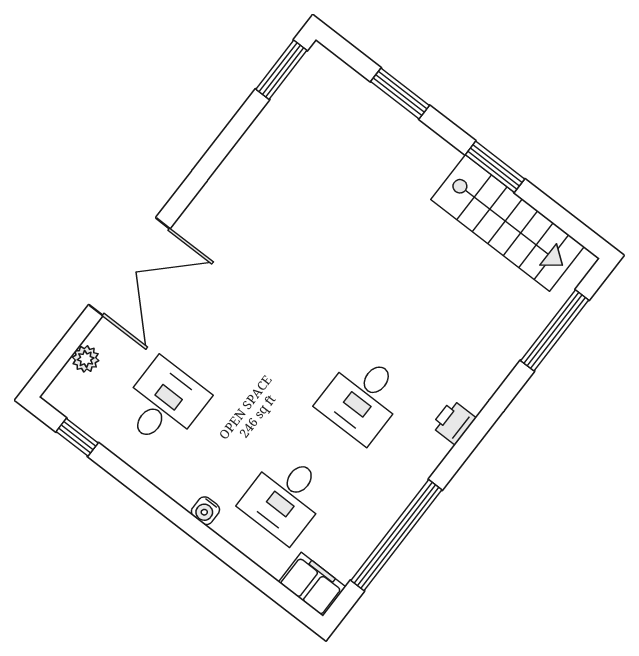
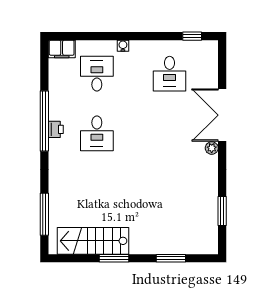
window: (281, 70) -> (222, 211), moved
plant: (86, 359) -> (212, 148), moved
desk: (362, 398) -> (97, 133), turned 180
printer: (453, 422) -> (56, 129), moved
window: (396, 535) -> (44, 121), moved

